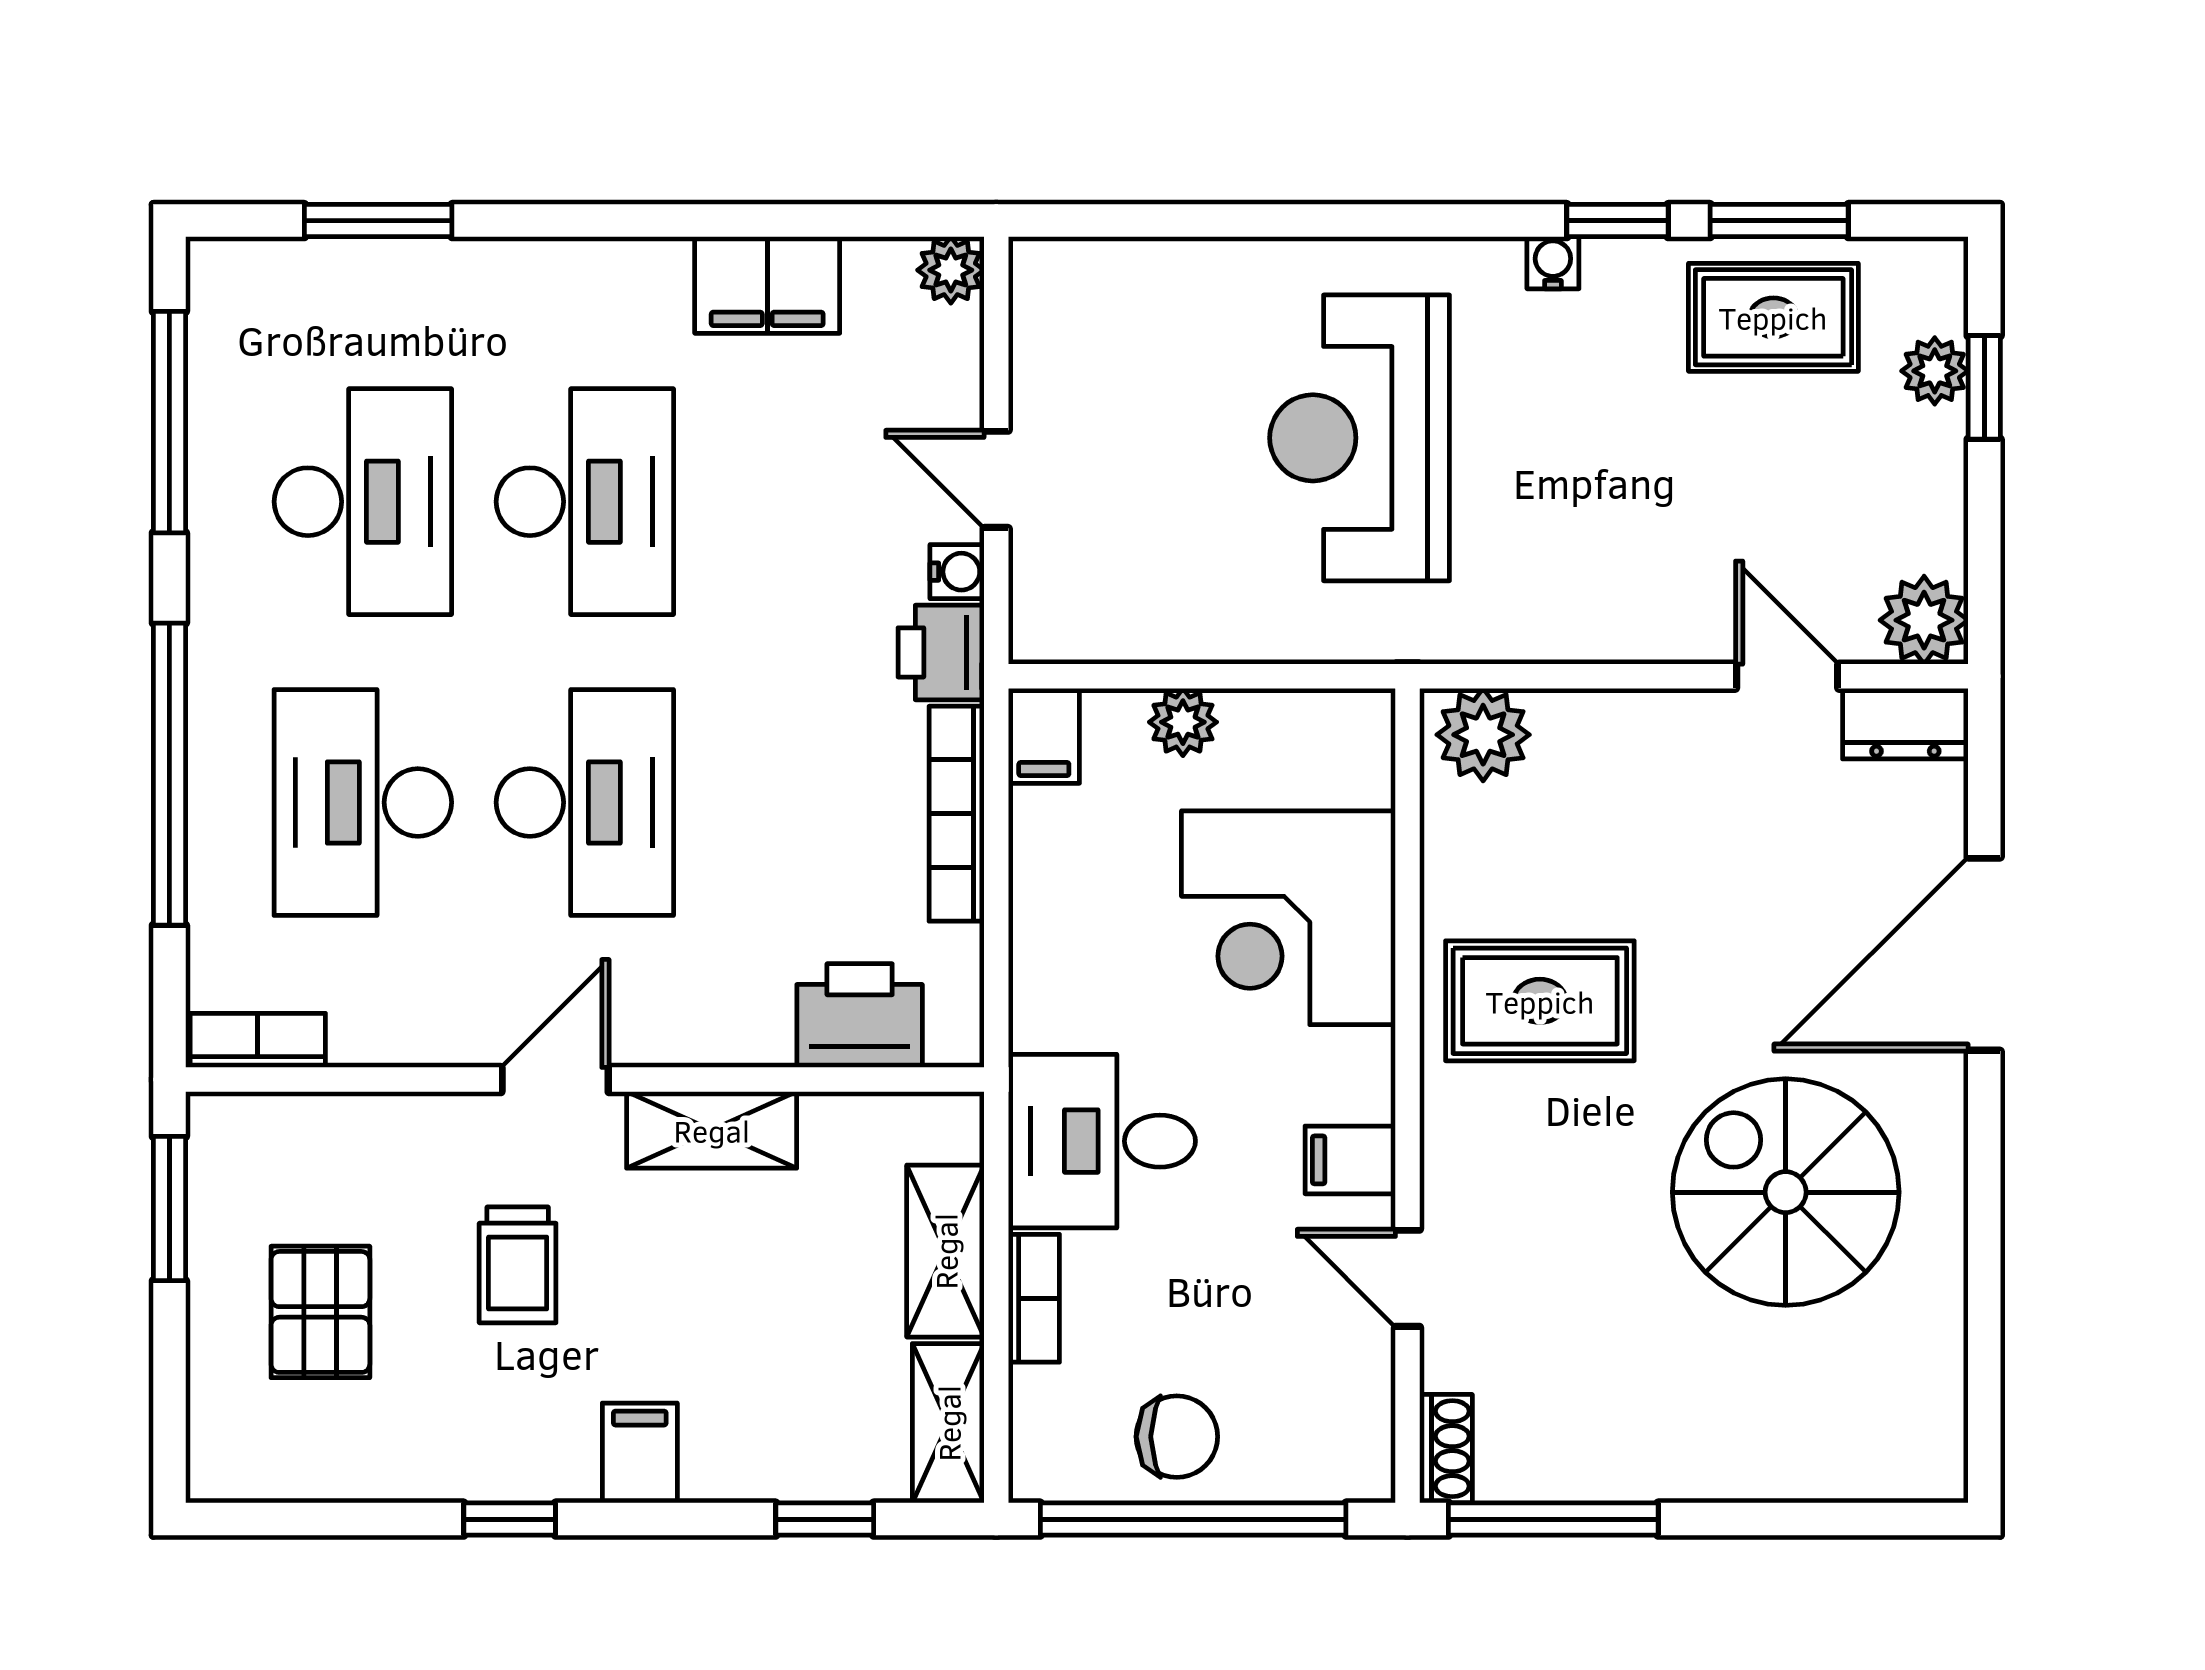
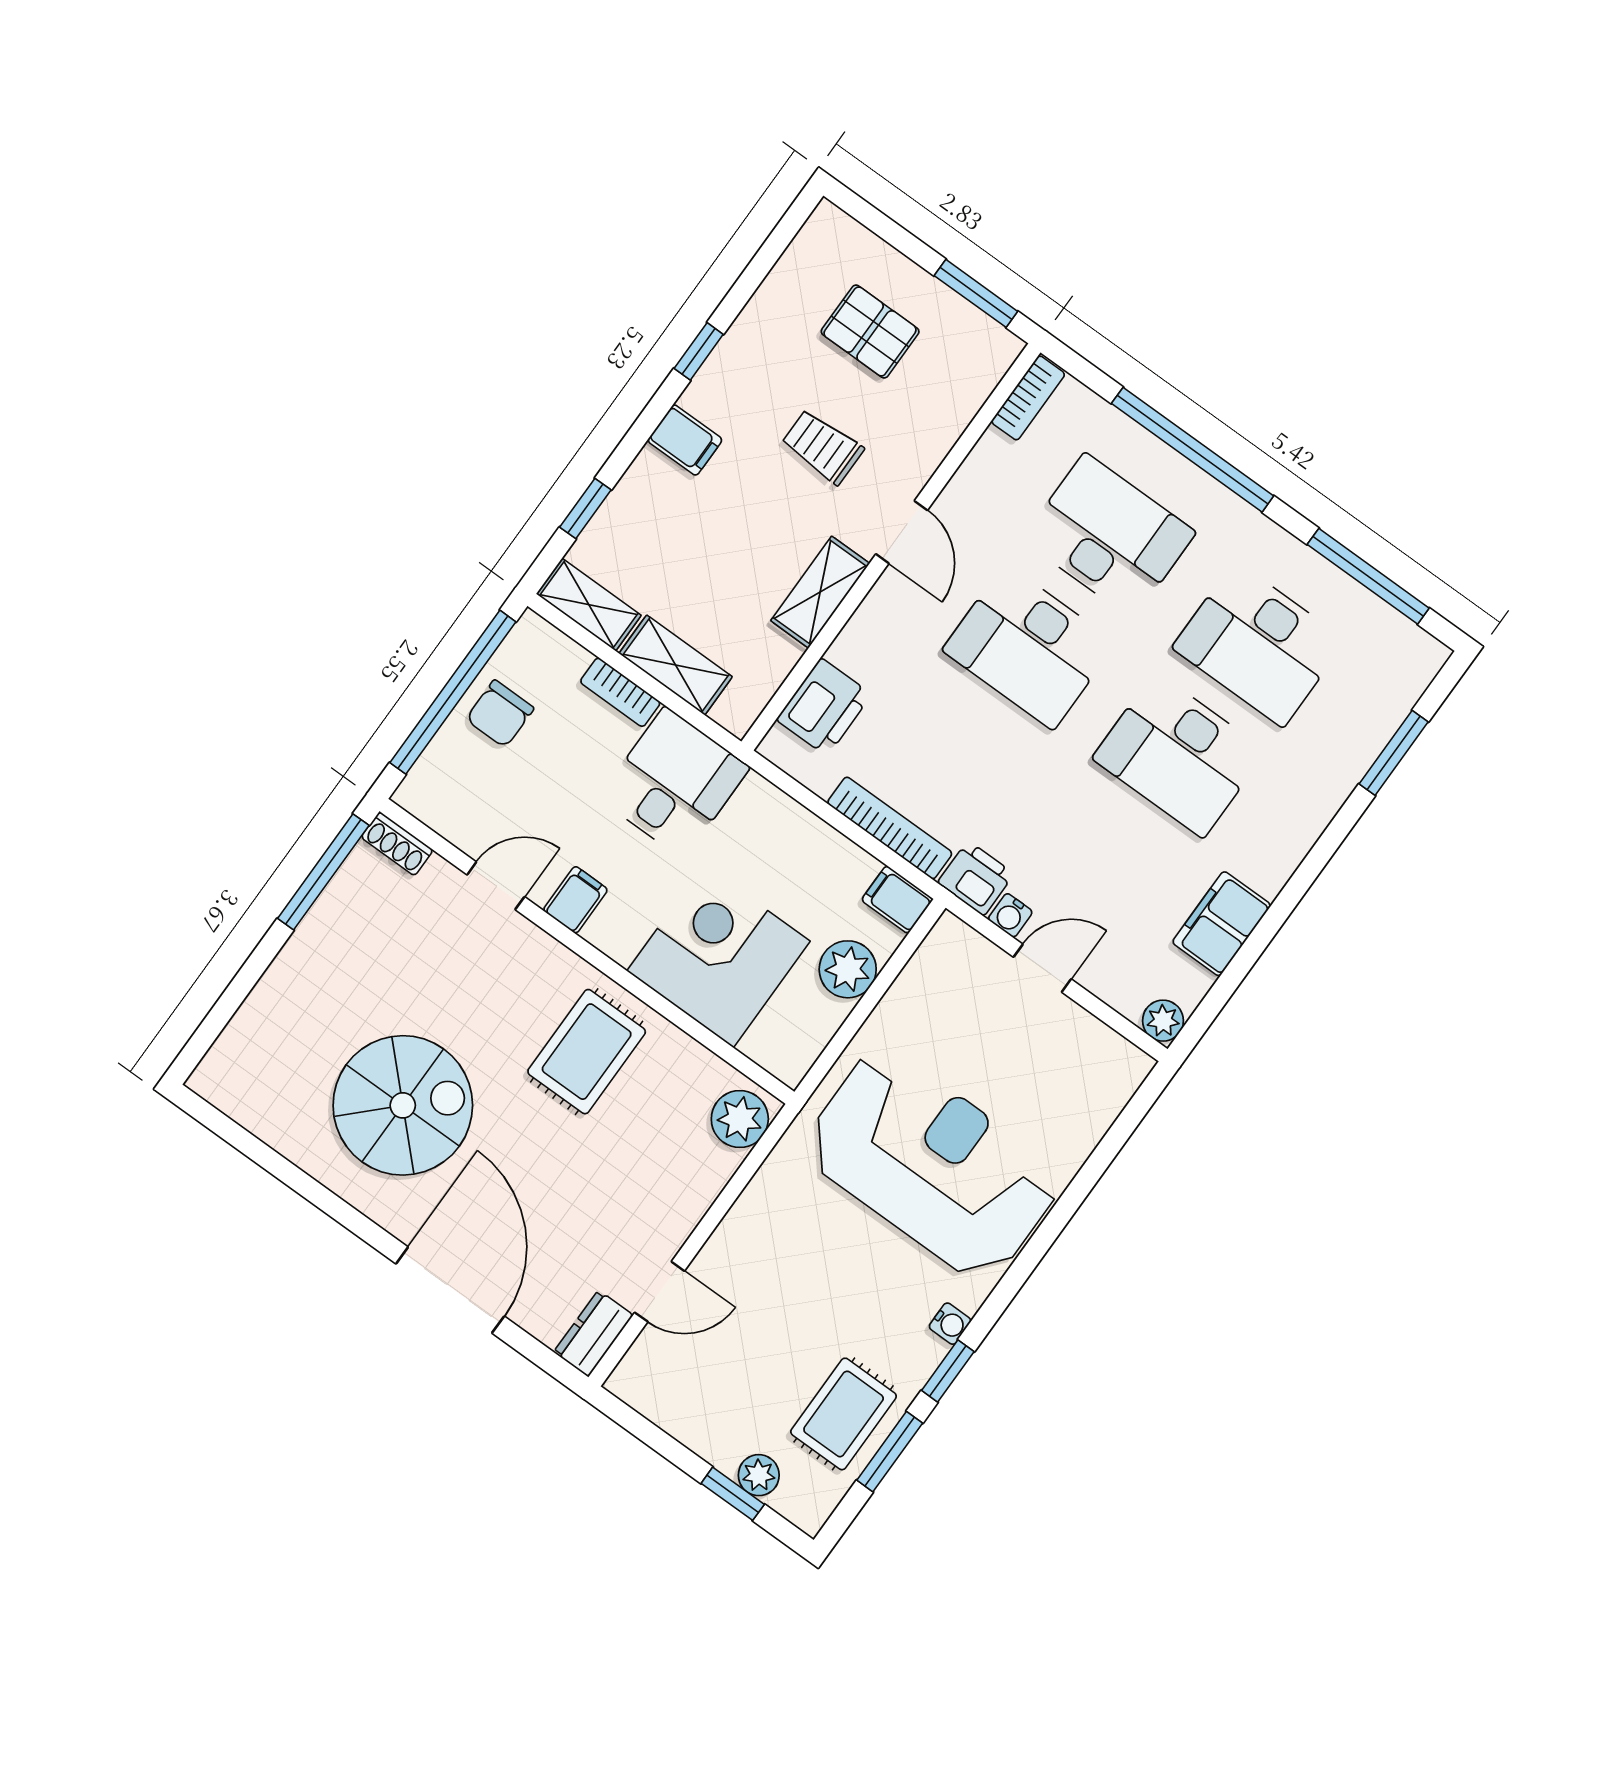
reception desk: (1360, 438) -> (932, 1164), width x1.36, depth x1.30
plant: (1924, 620) -> (638, 1380), removed
plant: (1183, 722) -> (848, 969), width x1.38, depth x1.38

